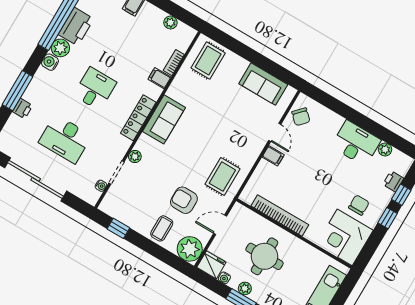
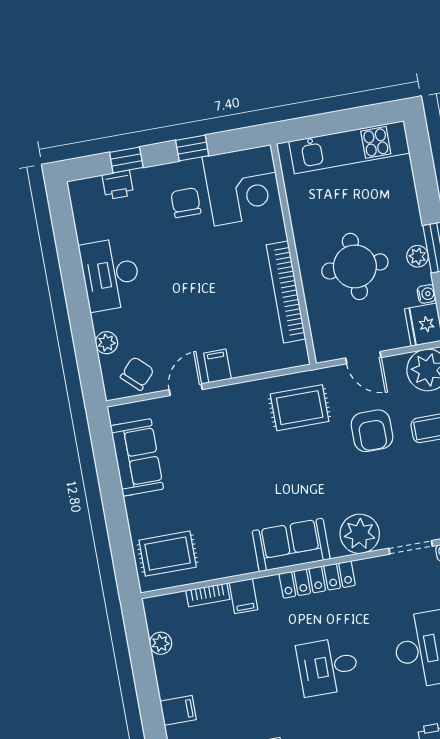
plant: (385, 149) -> (107, 343), moved
plant: (135, 157) -> (360, 534), width x1.88, depth x1.88
chair: (359, 205) -> (186, 203), turned 90
window: (388, 218) -> (192, 148), moved

